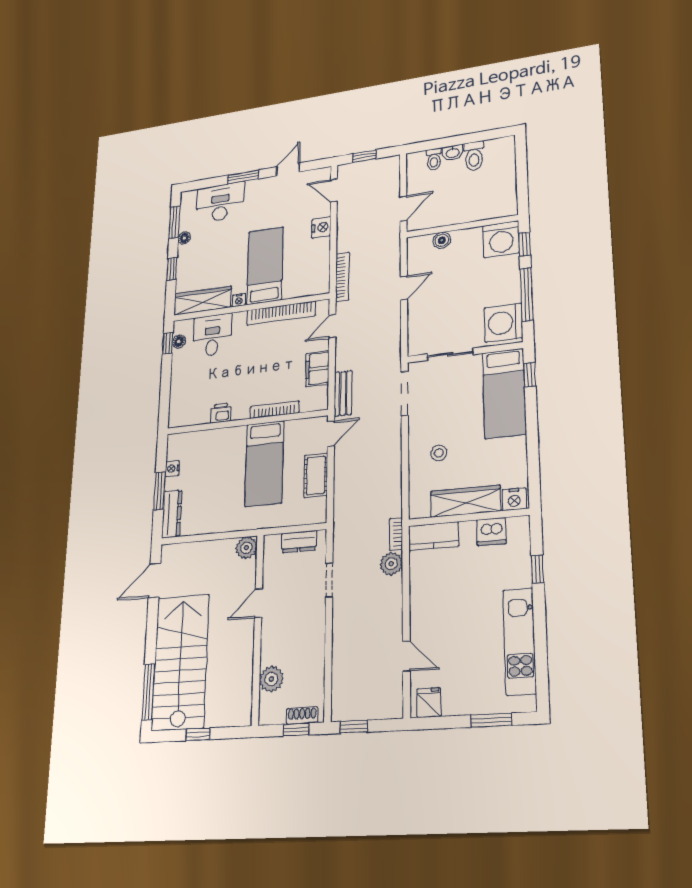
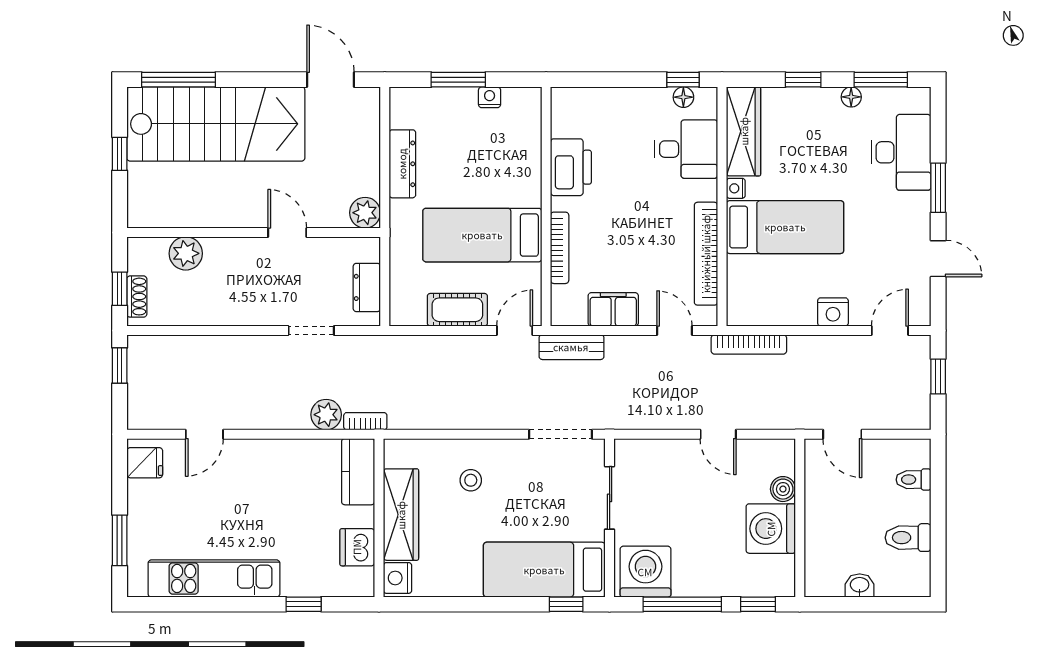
washbasin: (453, 153) -> (860, 585), moved, turned 90
washing machine: (501, 239) -> (771, 529), moved
printer: (221, 413) -> (571, 167), width x1.87, depth x1.48
door: (331, 434) -> (515, 330), swing flipped
dresser: (172, 514) -> (402, 164), moved, turned -90

